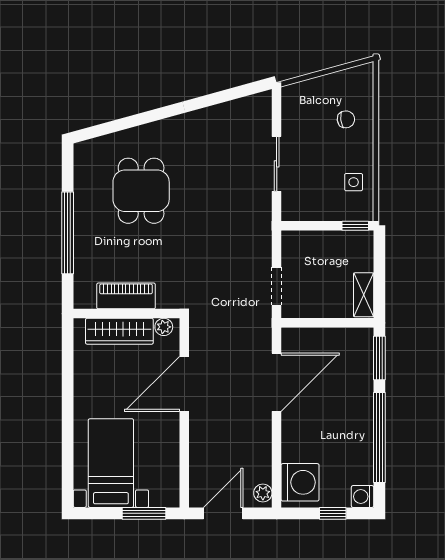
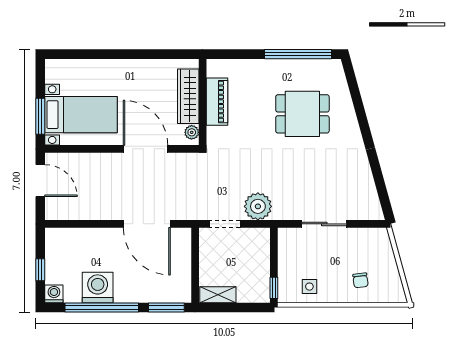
window: (68, 233) -> (298, 54), moved
bed with nightstands: (111, 463) -> (81, 115), moved
washing machine: (300, 482) -> (98, 287), moved, turned 180
plant: (263, 493) -> (258, 206), moved, width x1.88, depth x1.88

